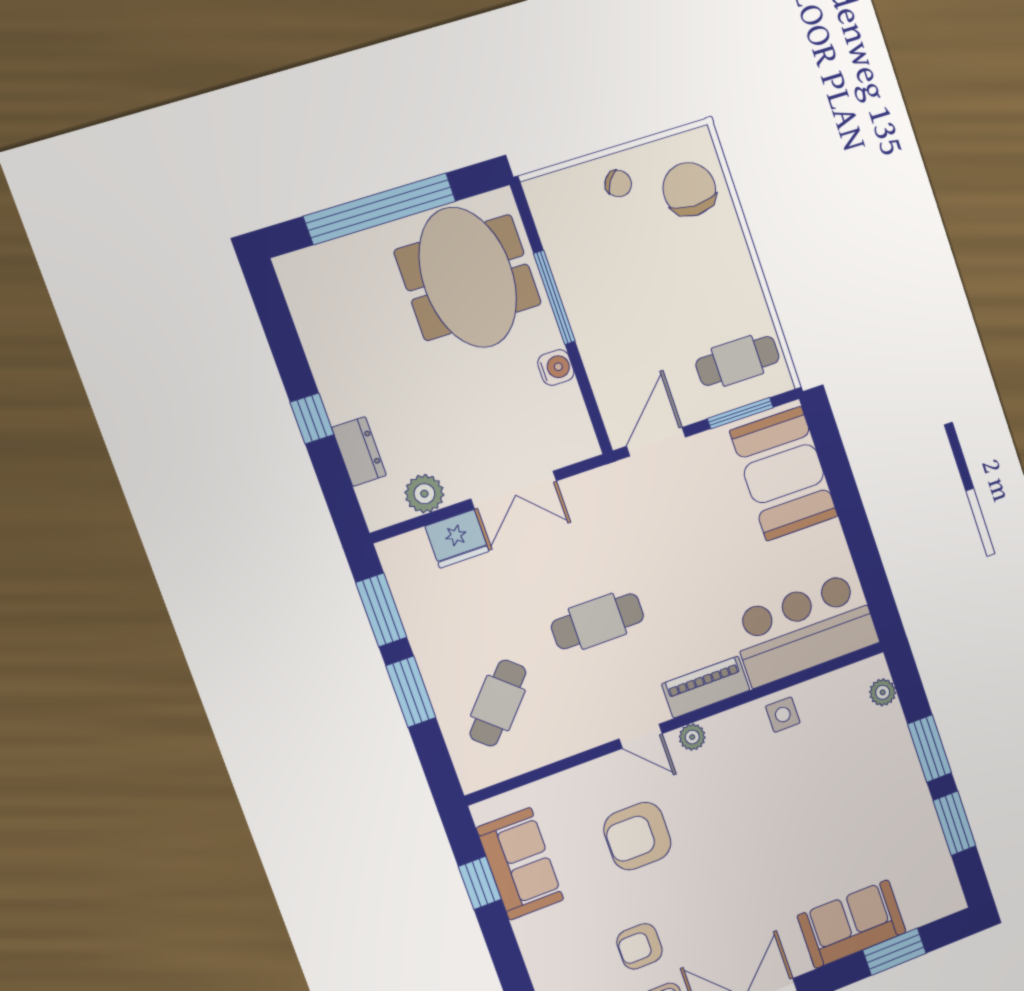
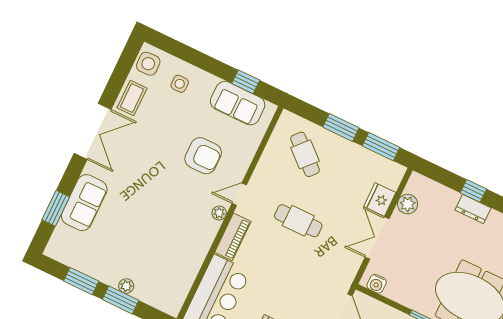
water cooler: (556, 368) -> (377, 284), moved
dresser: (359, 452) -> (473, 209), moved
cafe table: (598, 621) -> (298, 221), turned 90
plant: (883, 692) -> (126, 286), moved
side table: (783, 715) -> (180, 84), moved
armchair: (637, 836) -> (203, 156), turned 90
armchair: (640, 946) -> (161, 115), removed

